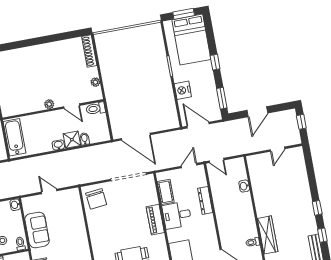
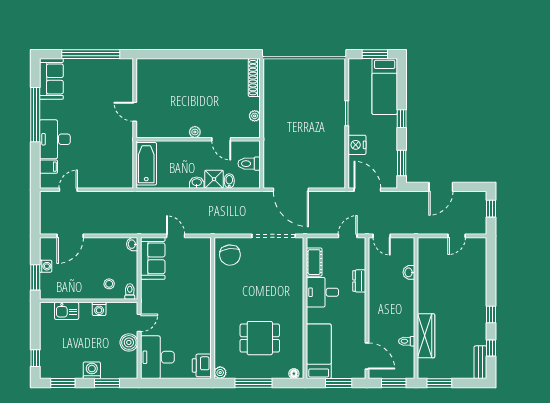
bed: (191, 40) -> (385, 87), width x0.67
toilet: (96, 109) -> (249, 164), moved
dresser: (205, 200) -> (359, 281), width x0.70
piano: (155, 220) -> (296, 293), removed
sofa: (37, 230) -> (153, 258), moved

